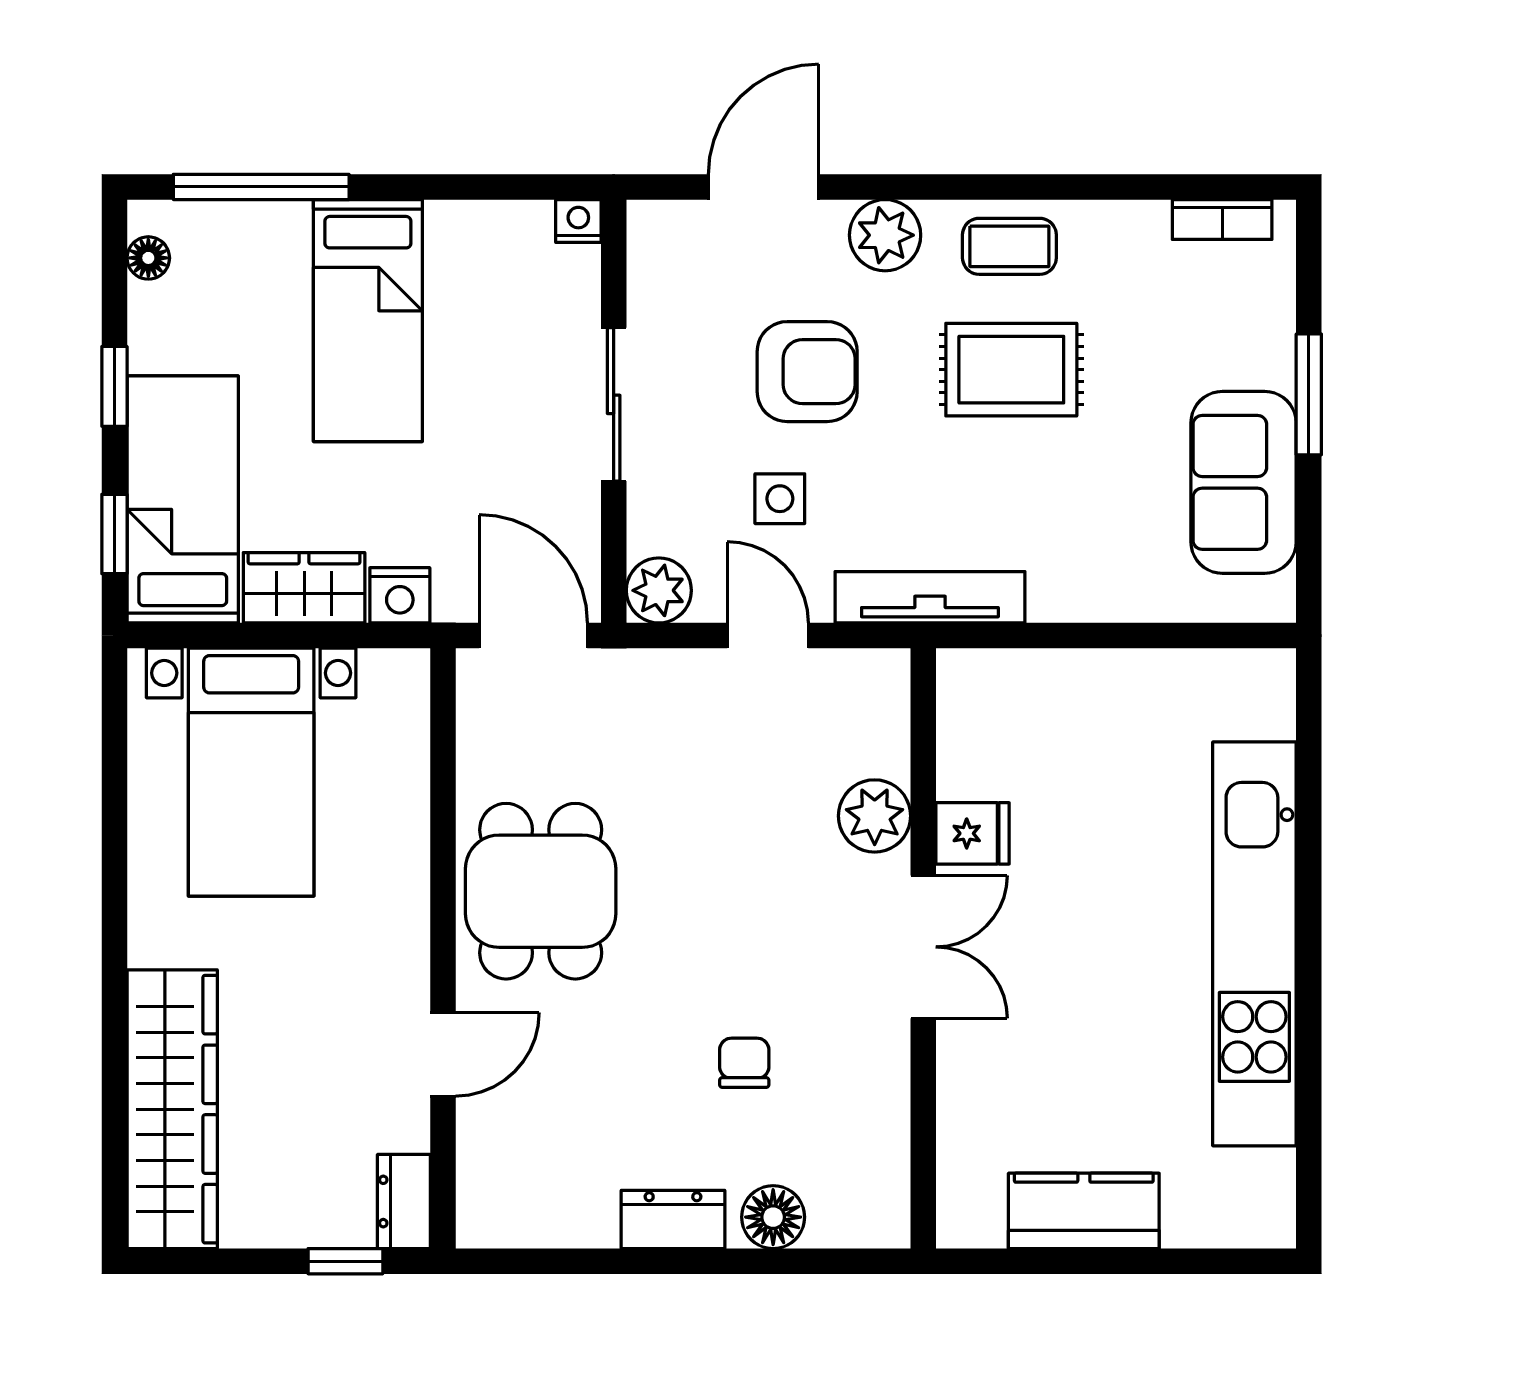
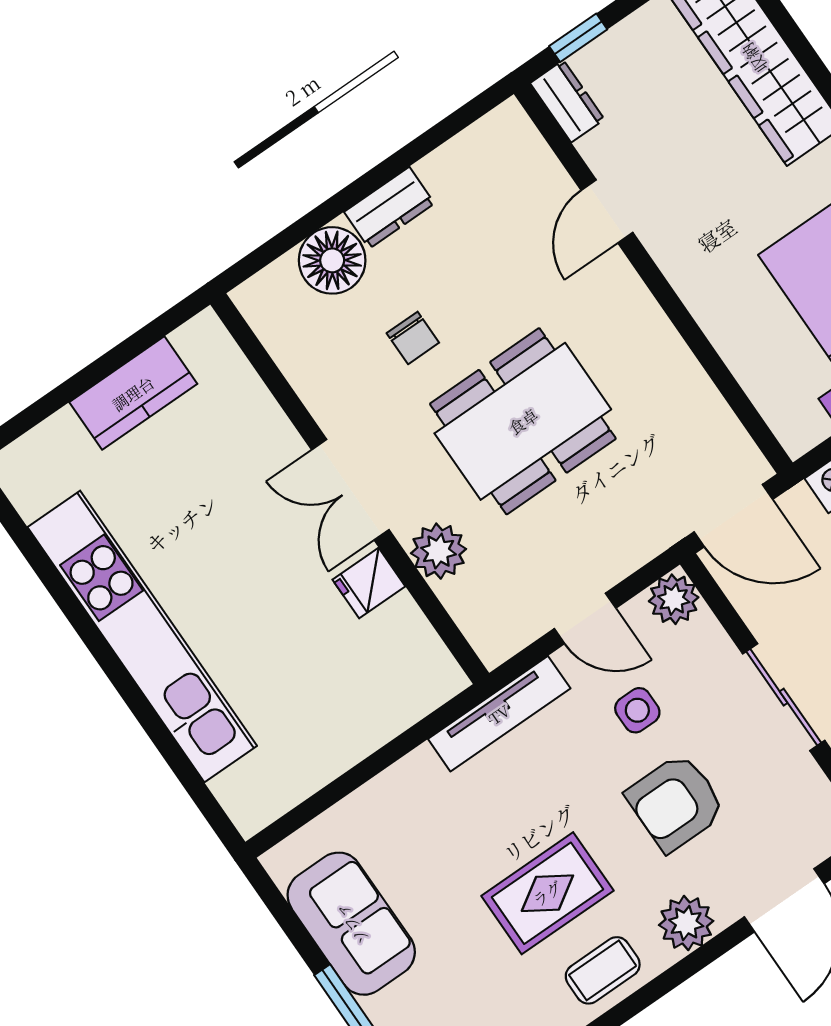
dining table: (541, 891) -> (523, 421), moved, width x1.37
floor lamp: (773, 1217) -> (332, 260), width x1.38, depth x1.38

